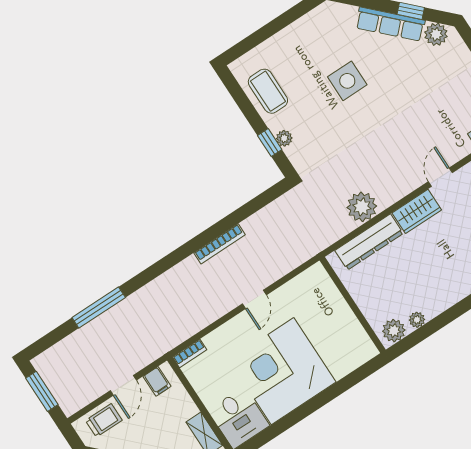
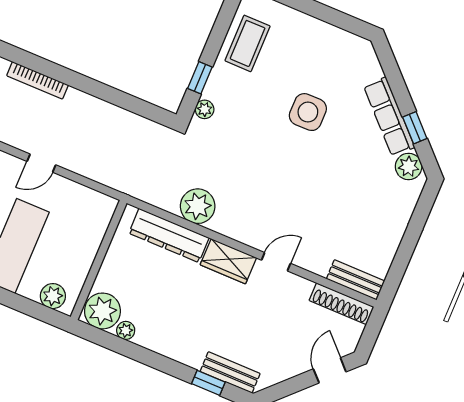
plant: (284, 138) -> (205, 109), moved
bookcase: (220, 244) -> (38, 80), moved
plant: (394, 331) -> (102, 311), width x1.36, depth x1.36
plant: (356, 356) -> (53, 296), added

